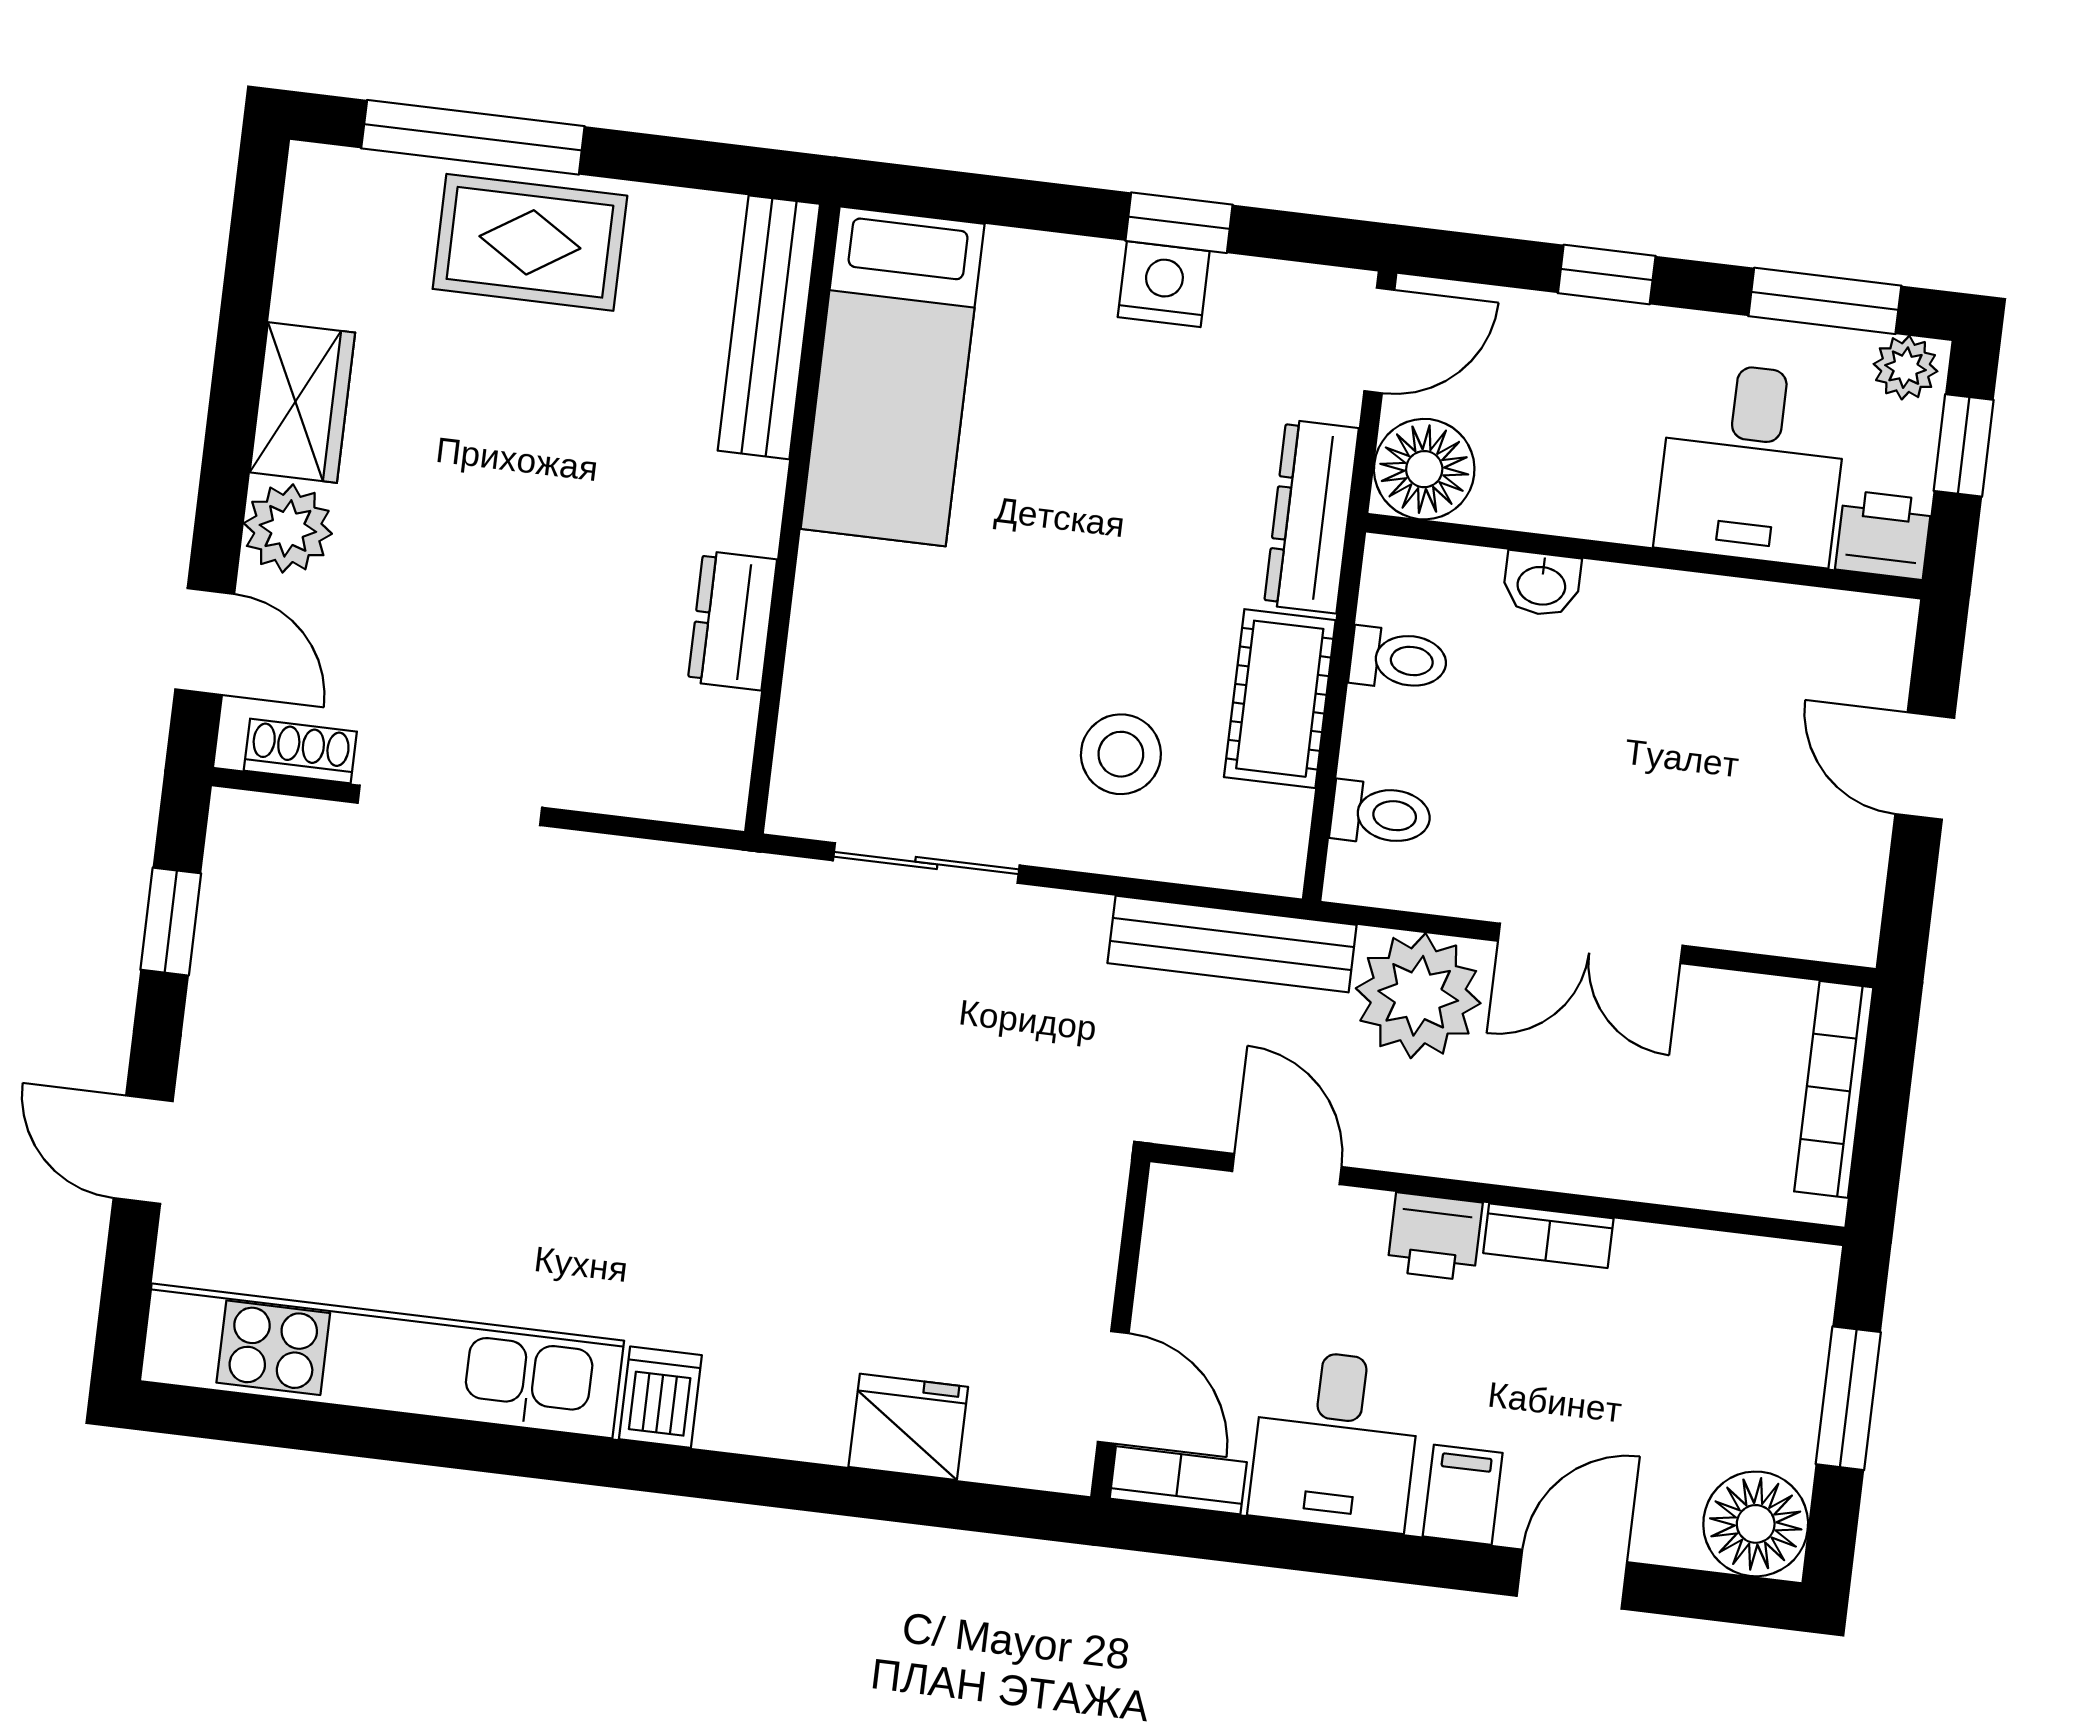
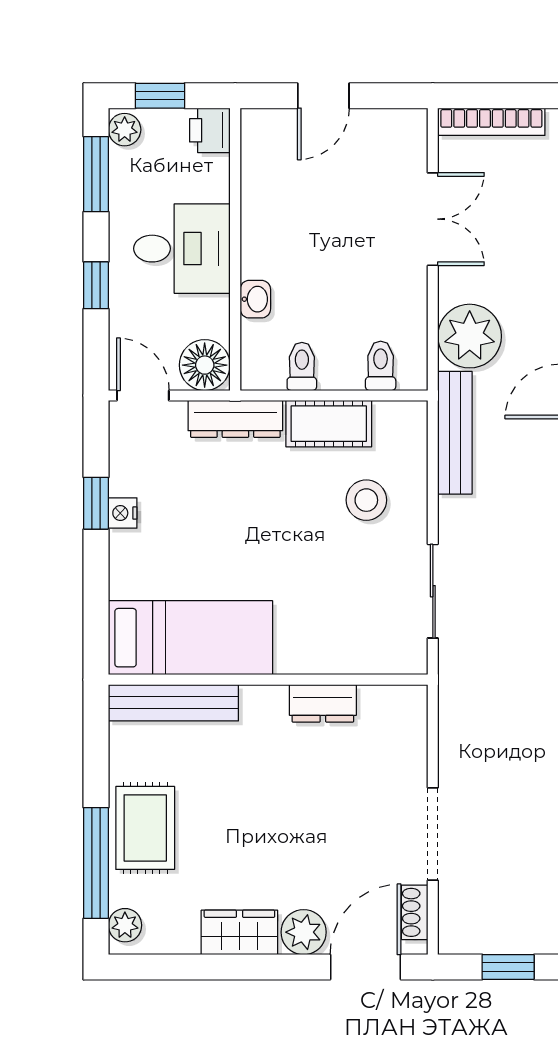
plant: (344, 180) -> (125, 925), added
nightstand: (1164, 284) -> (123, 513), width x0.72, depth x0.74
desk: (1752, 463) -> (182, 249), moved
door: (205, 642) -> (366, 967), width x1.38
double door: (1590, 943) -> (433, 219), moved

